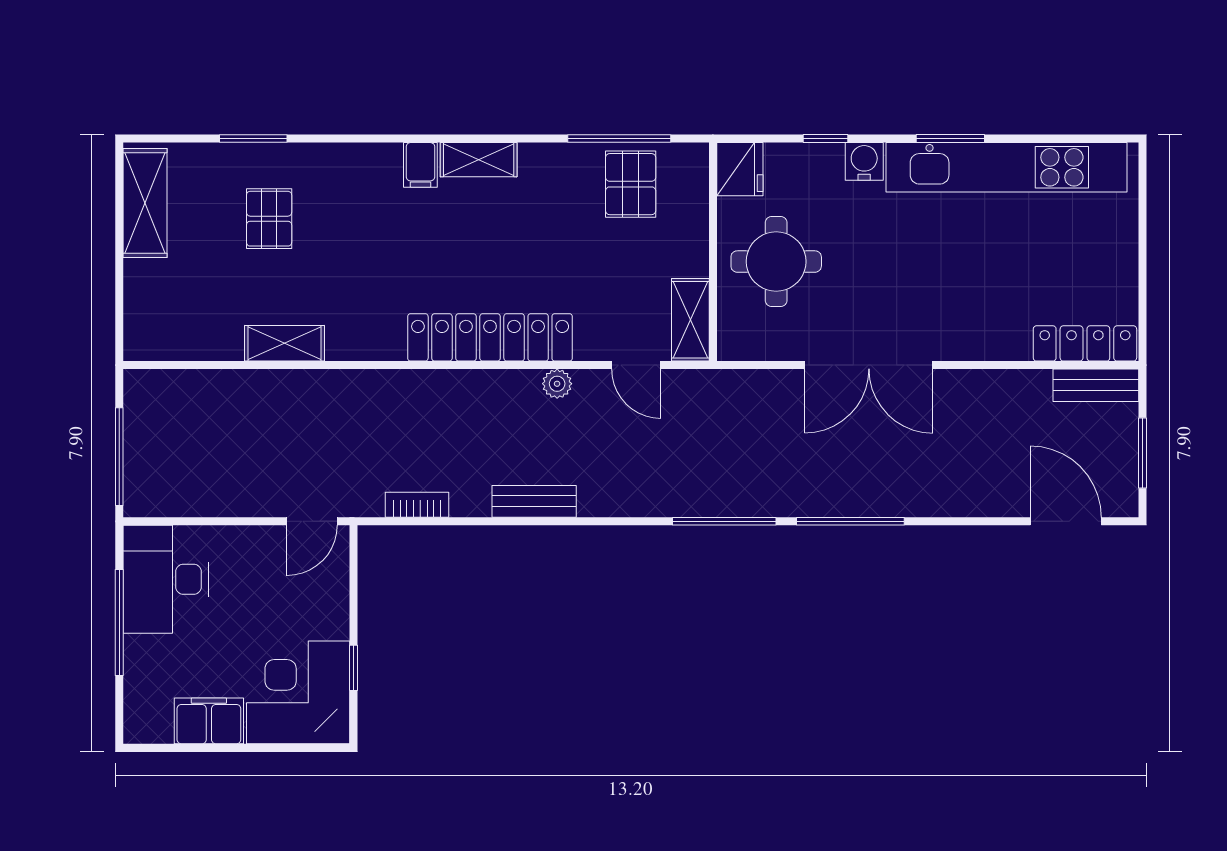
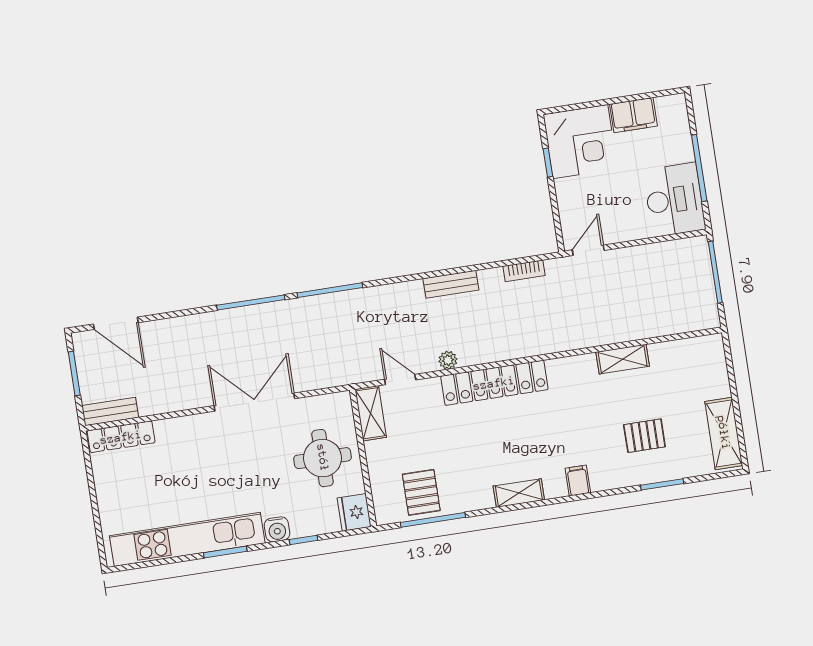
filing cabinet: (420, 165) -> (578, 481), moved
pallet: (269, 219) -> (644, 436), turned 90

